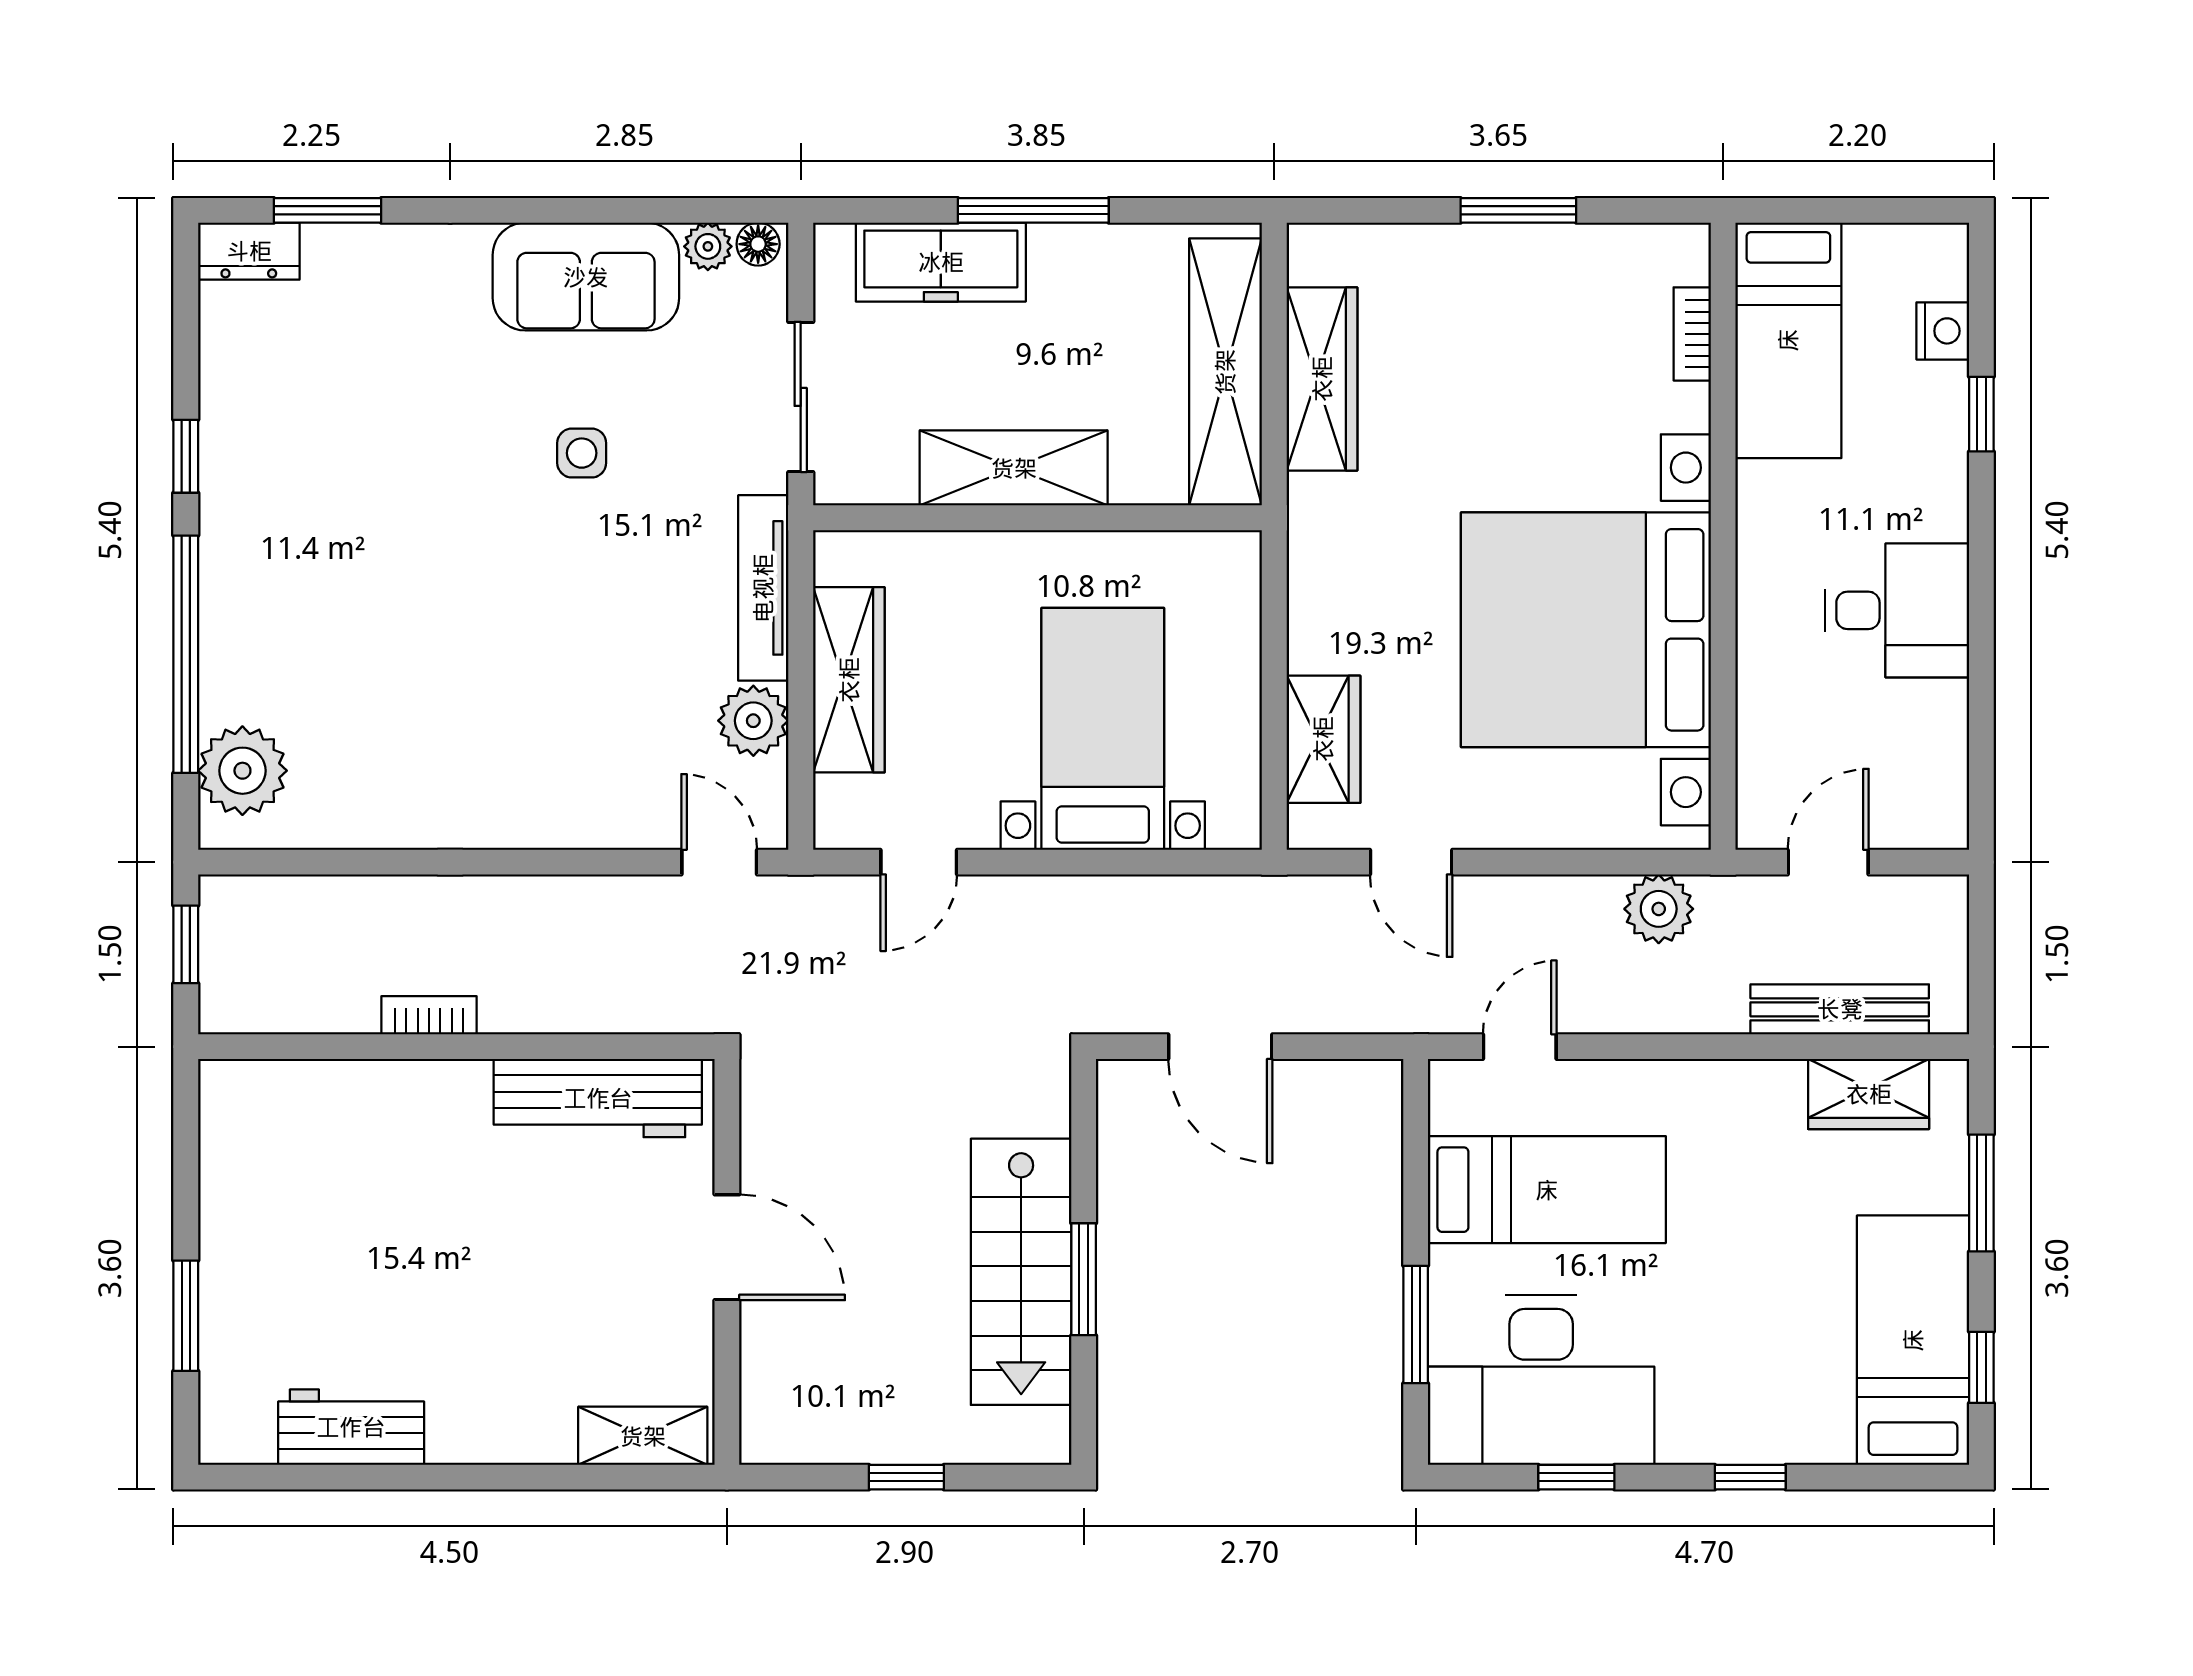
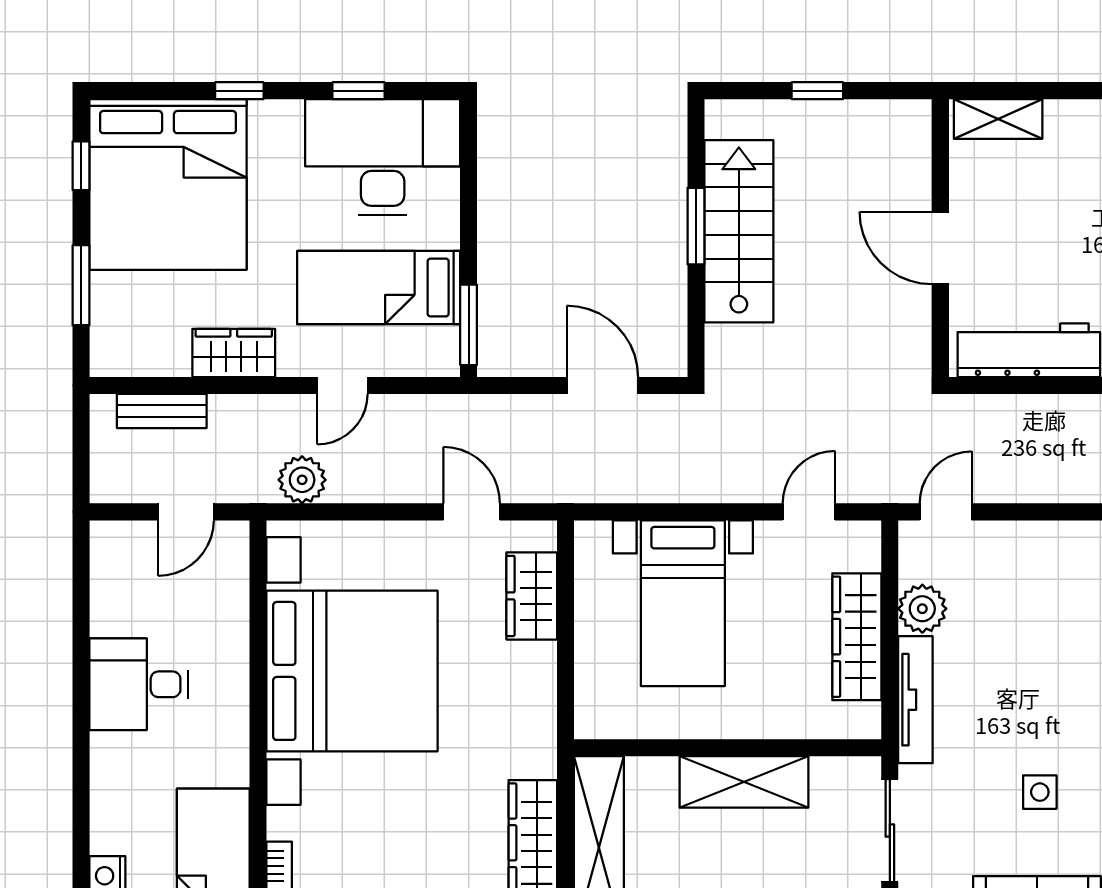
window: (1981, 414) -> (81, 819), removed
door: (719, 862) -> (946, 512), swing flipped
bench: (1840, 1009) -> (162, 411), width x0.73
door: (1520, 1047) -> (342, 385), moved
wardrobe: (1869, 1094) -> (234, 353), moved
window: (1416, 1325) -> (469, 325), moved
bed: (1913, 1340) -> (168, 184), width x2.04

